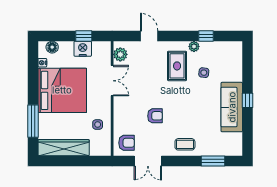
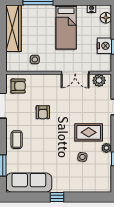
bed: (62, 90) -> (66, 27), width x0.49
sofa: (232, 107) -> (29, 183), moved
armchair: (127, 143) -> (18, 86), turned -90

